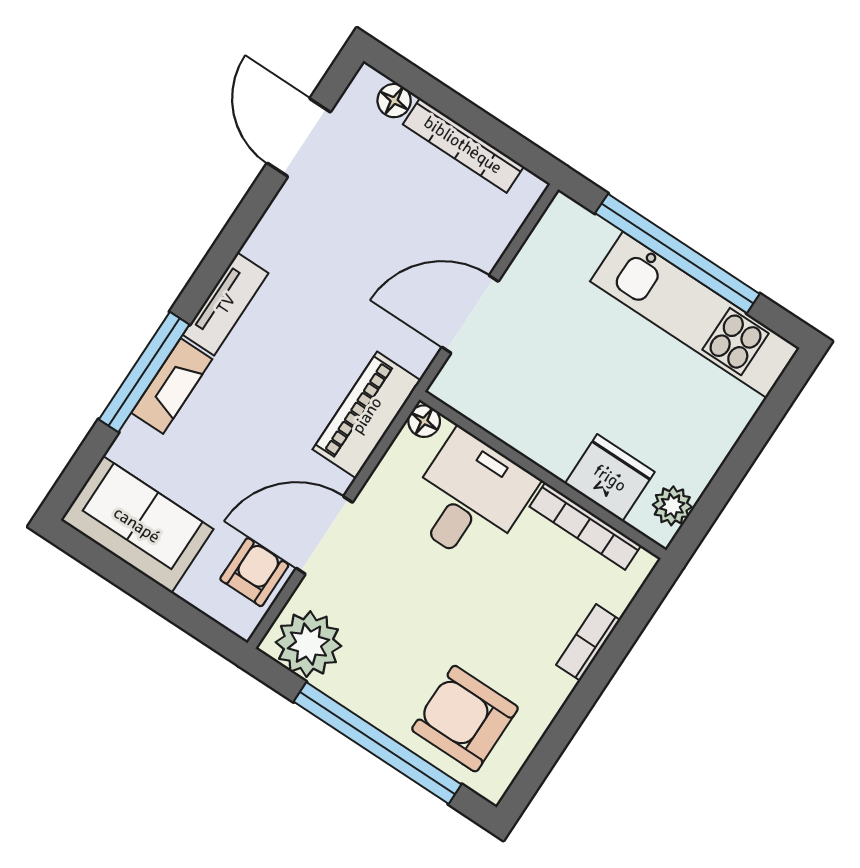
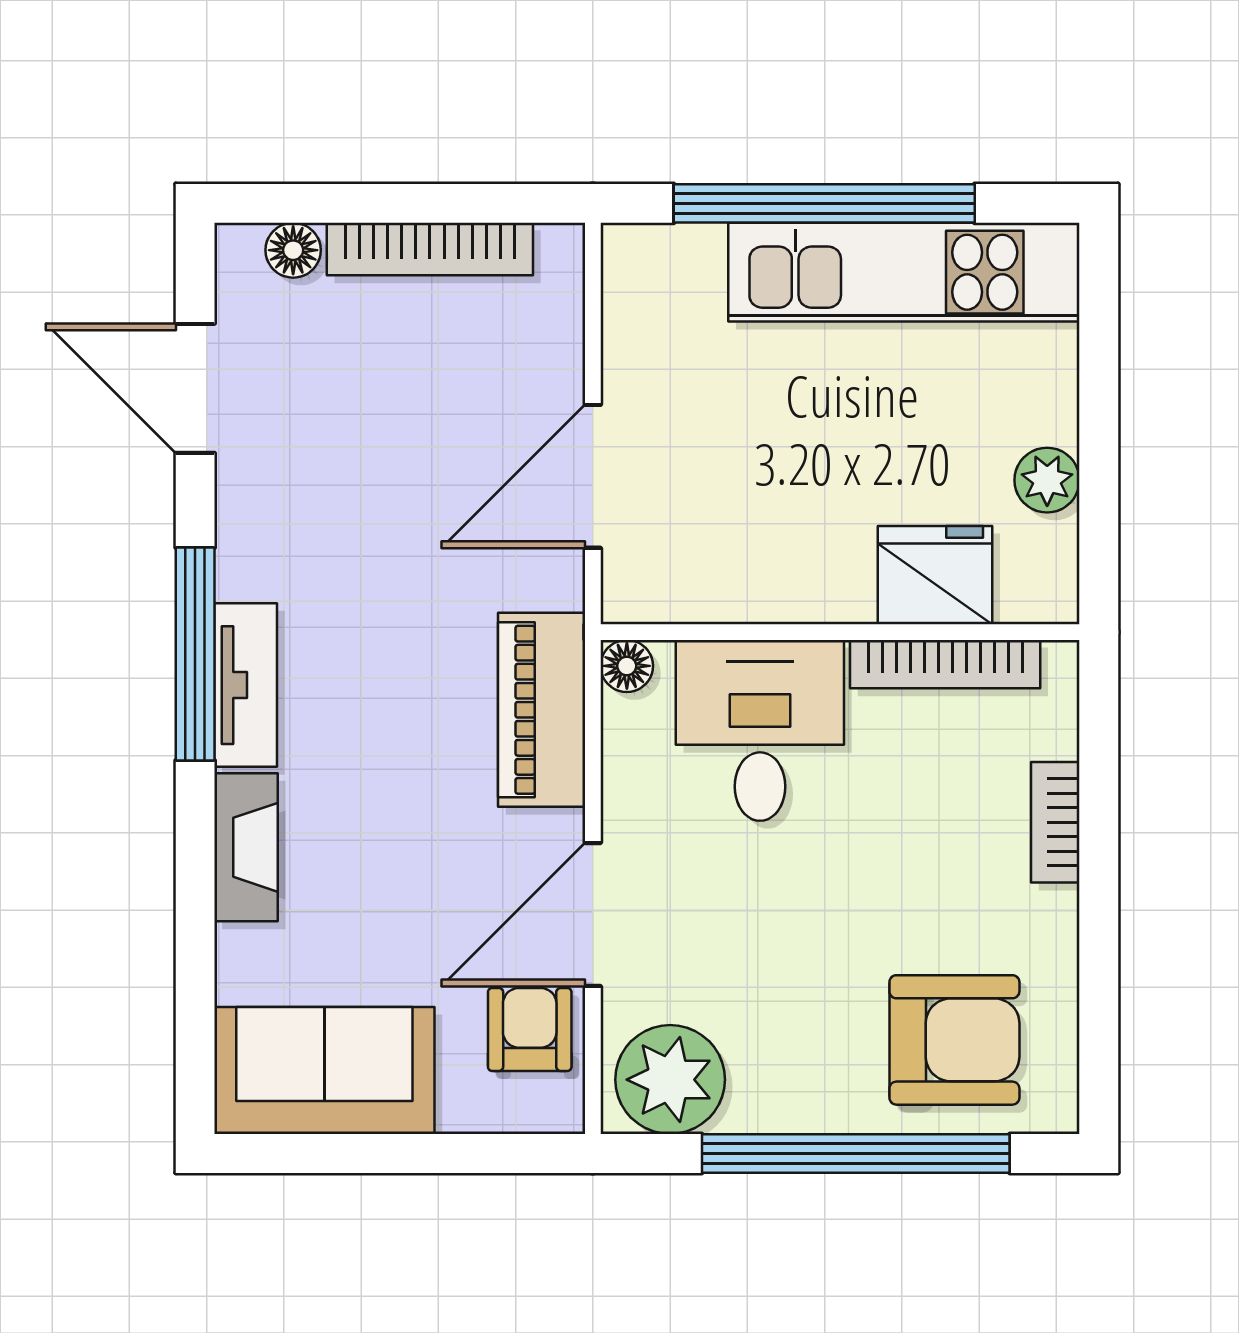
window: (144, 372) -> (195, 654), moved
plant: (672, 506) -> (1047, 480), moved
armchair: (465, 719) -> (954, 1040), turned 180

